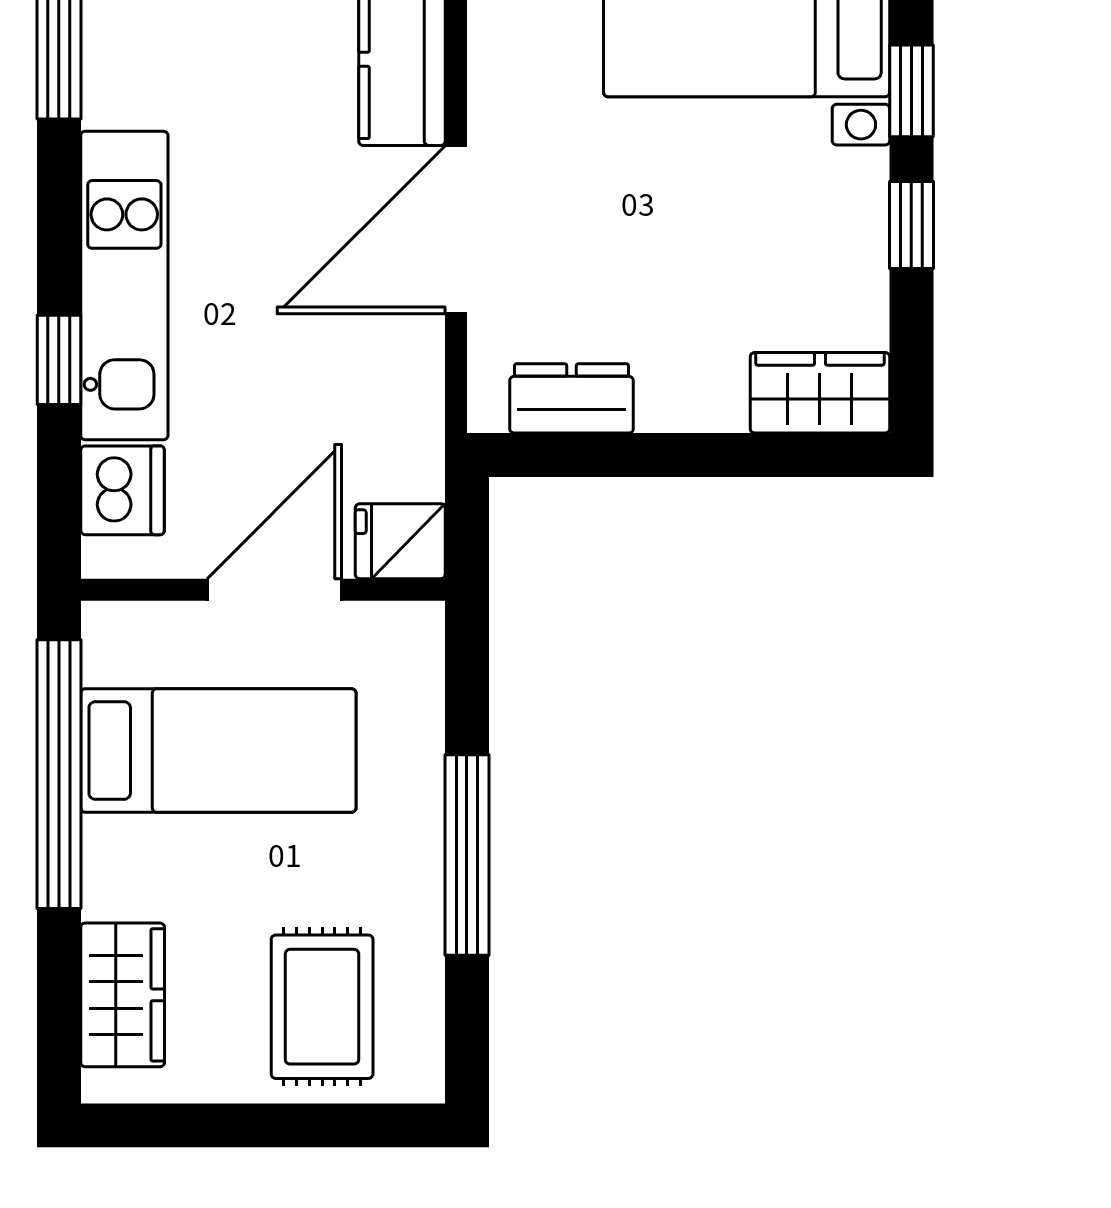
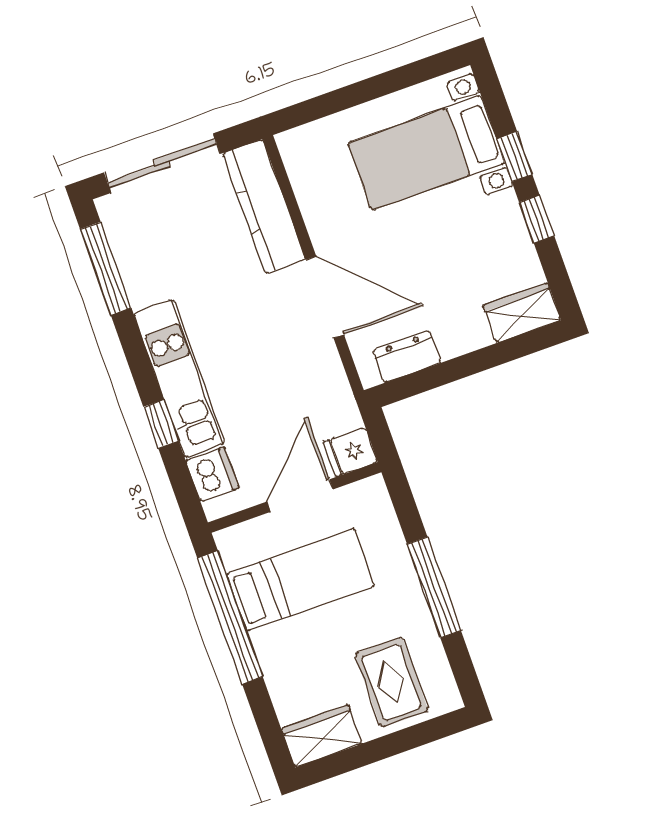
door: (456, 230) -> (325, 297), swing flipped
wardrobe: (123, 995) -> (322, 736), moved, turned -90

